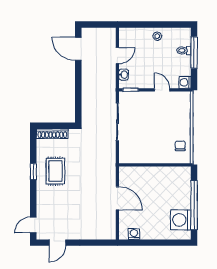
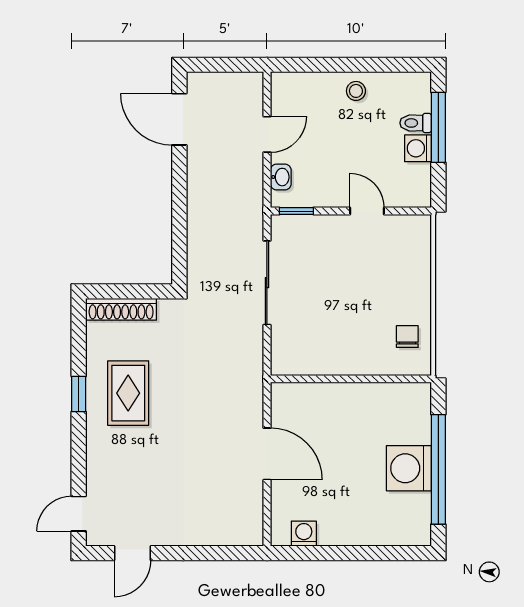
washing machine: (185, 82) -> (418, 148), moved
washing machine: (181, 220) -> (409, 468), moved

